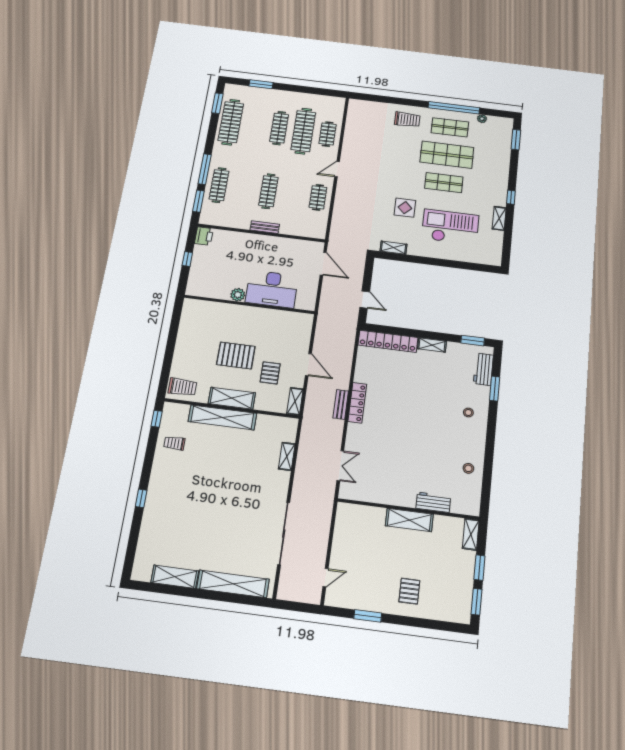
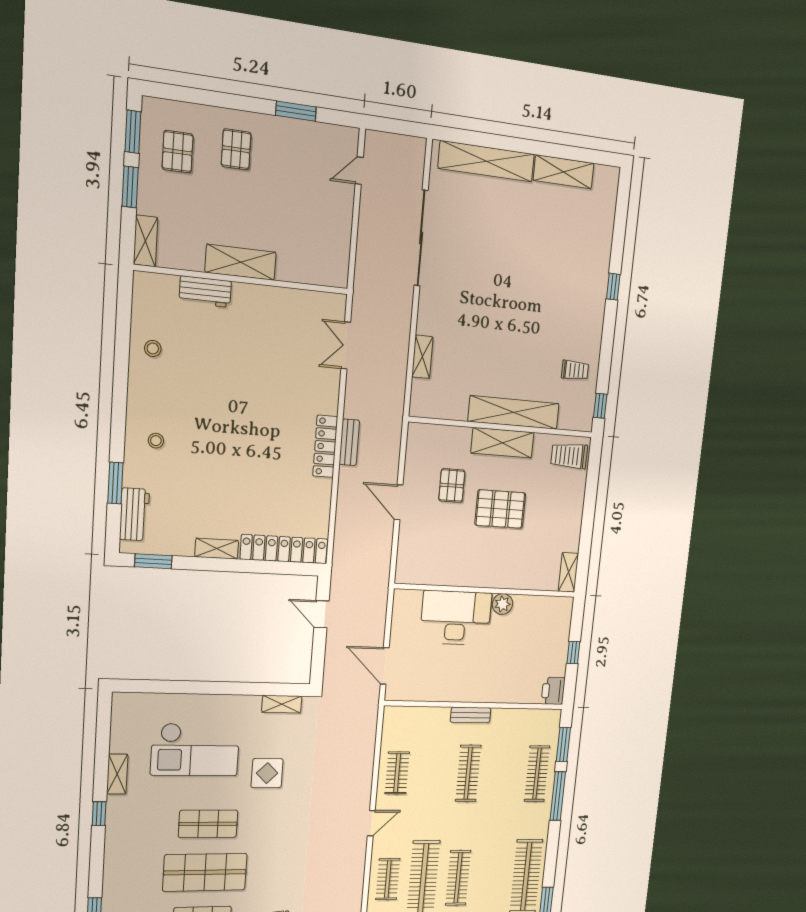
shelving: (295, 401) -> (568, 572), moved
pallet: (448, 589) -> (178, 152), added

